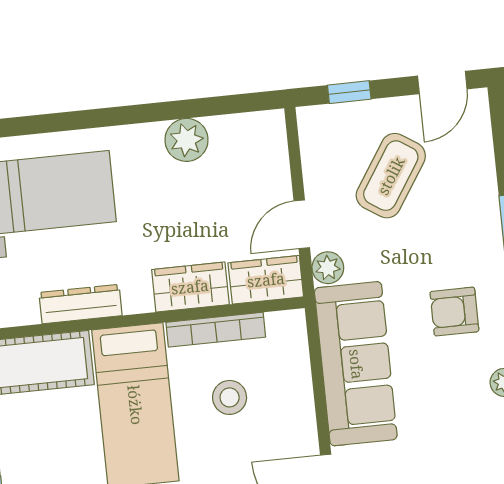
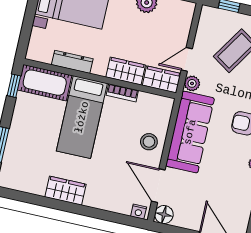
bookcase: (216, 330) -> (122, 93), width x0.64
stool: (230, 397) -> (149, 142), moved

